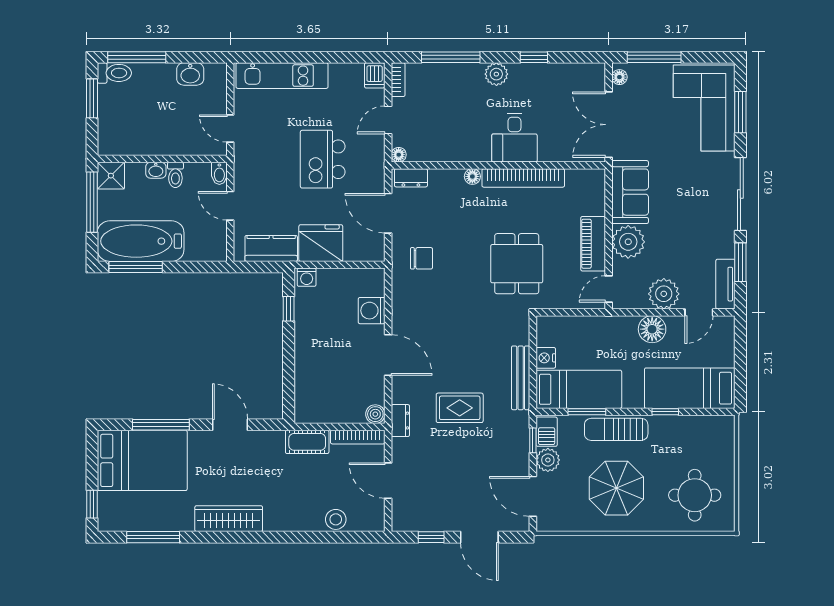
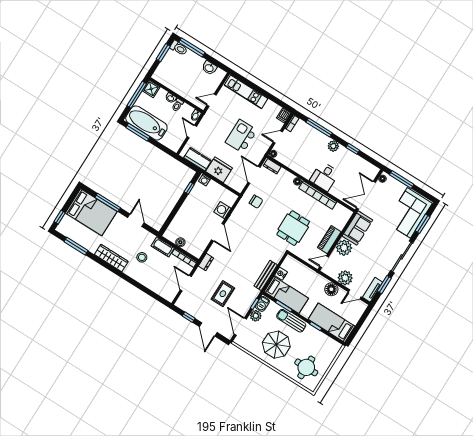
door: (230, 129) -> (212, 100), hinge flipped
rug: (460, 408) -> (223, 294), moved, turned 90
boiler: (375, 414) -> (180, 242), moved
stool: (336, 519) -> (142, 257), moved

